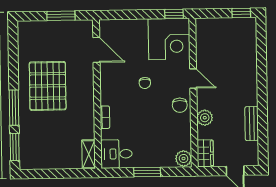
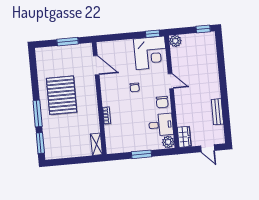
plant: (205, 118) -> (175, 41), moved
desk: (116, 154) -> (161, 125), moved, turned 180

